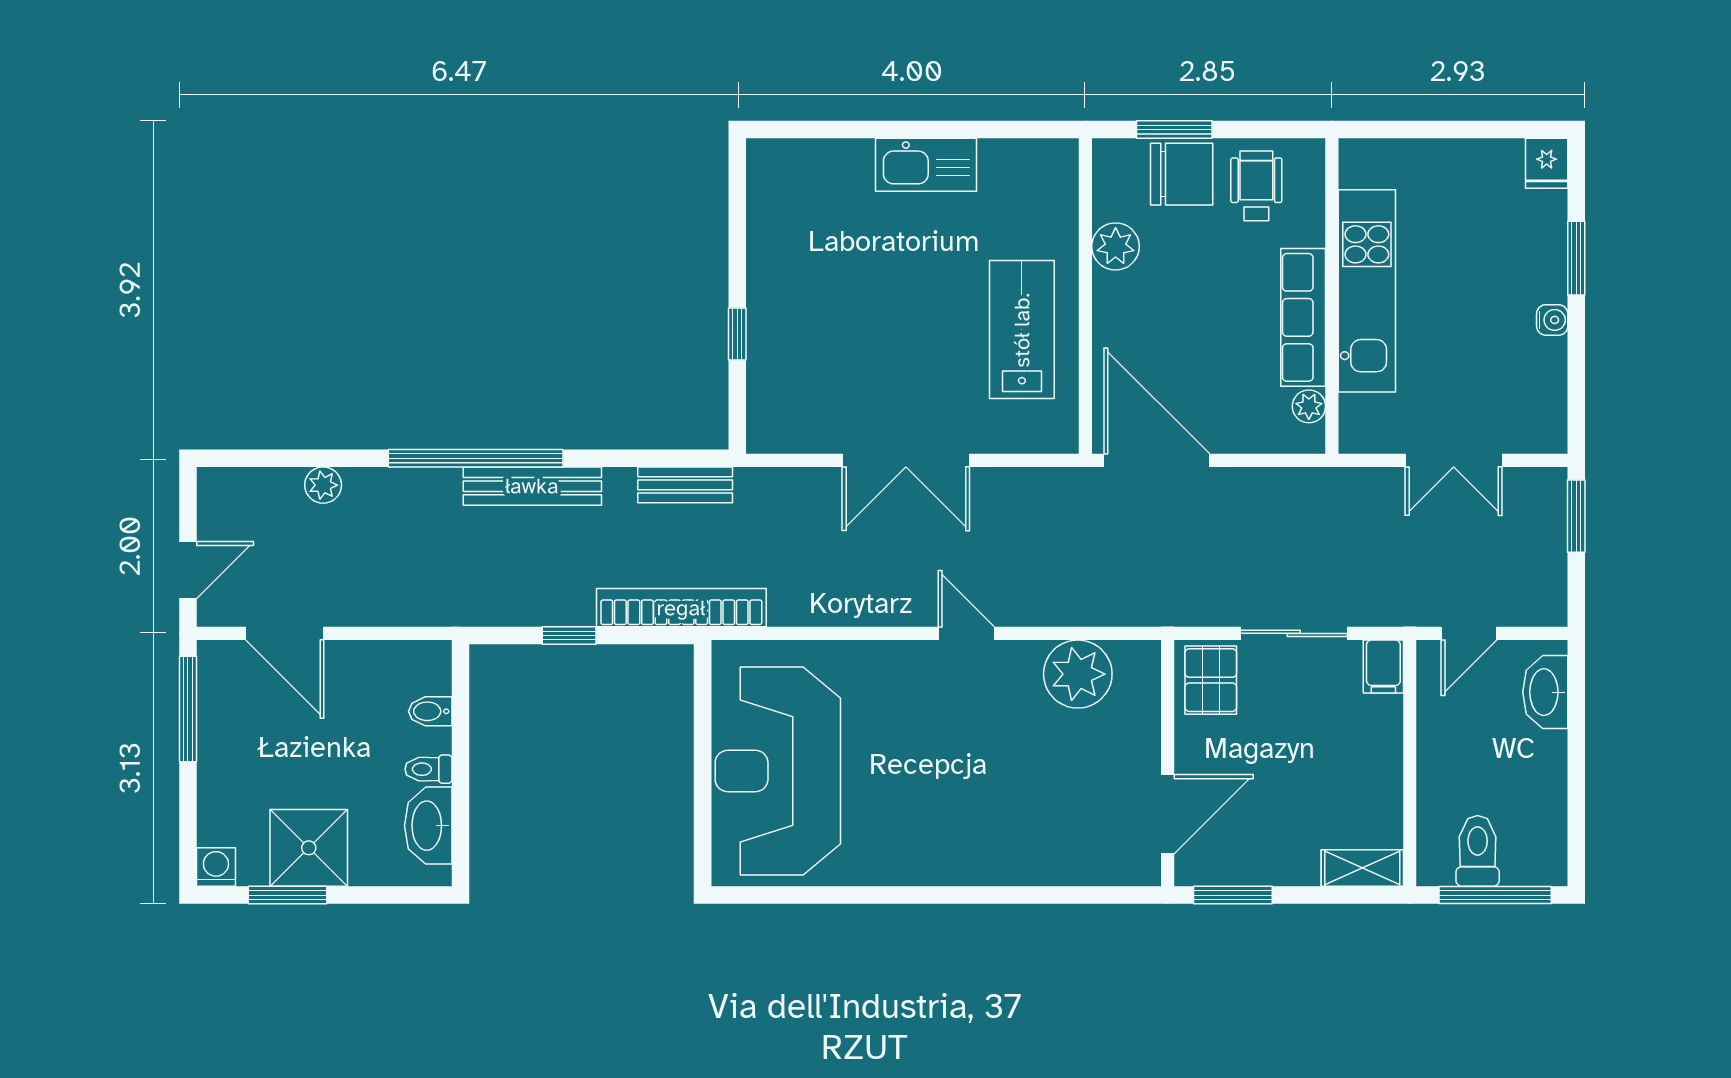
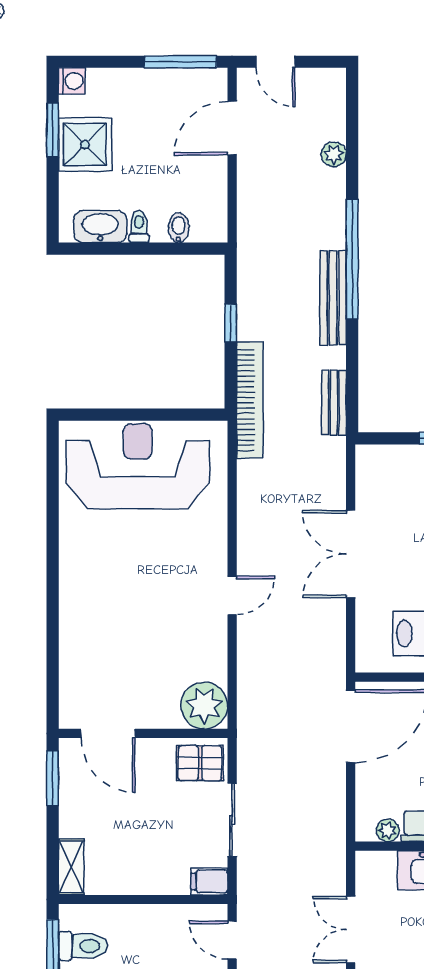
plant: (1078, 674) -> (204, 706), moved

